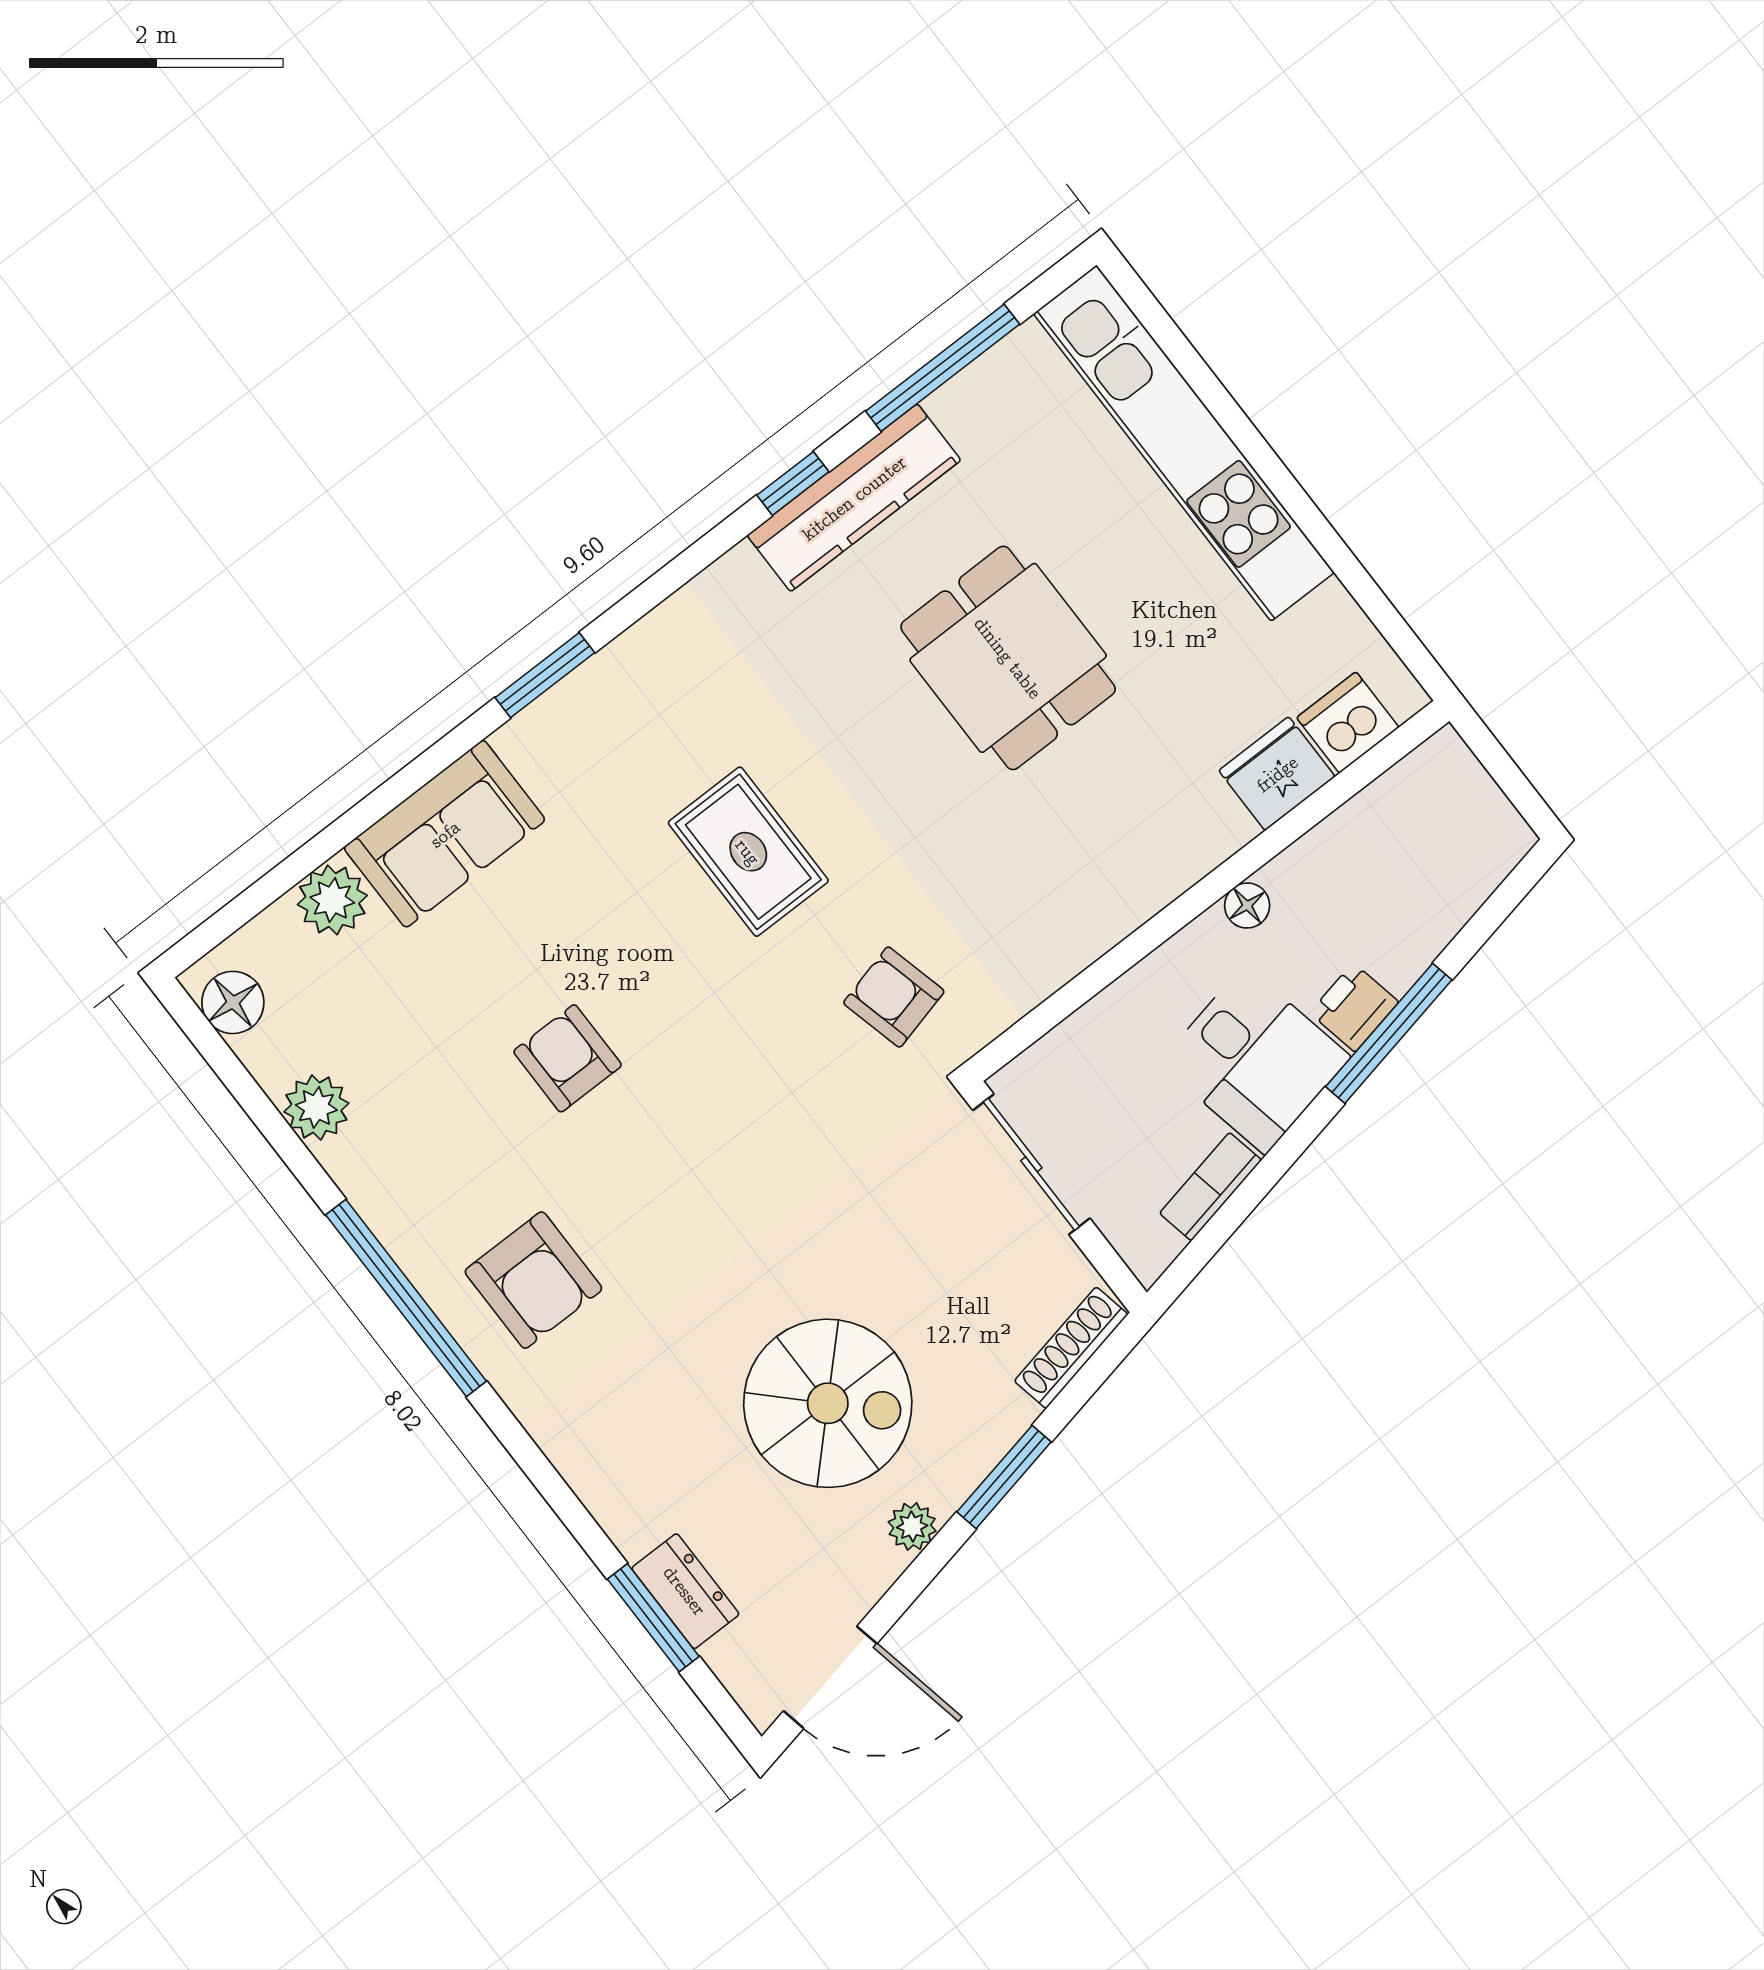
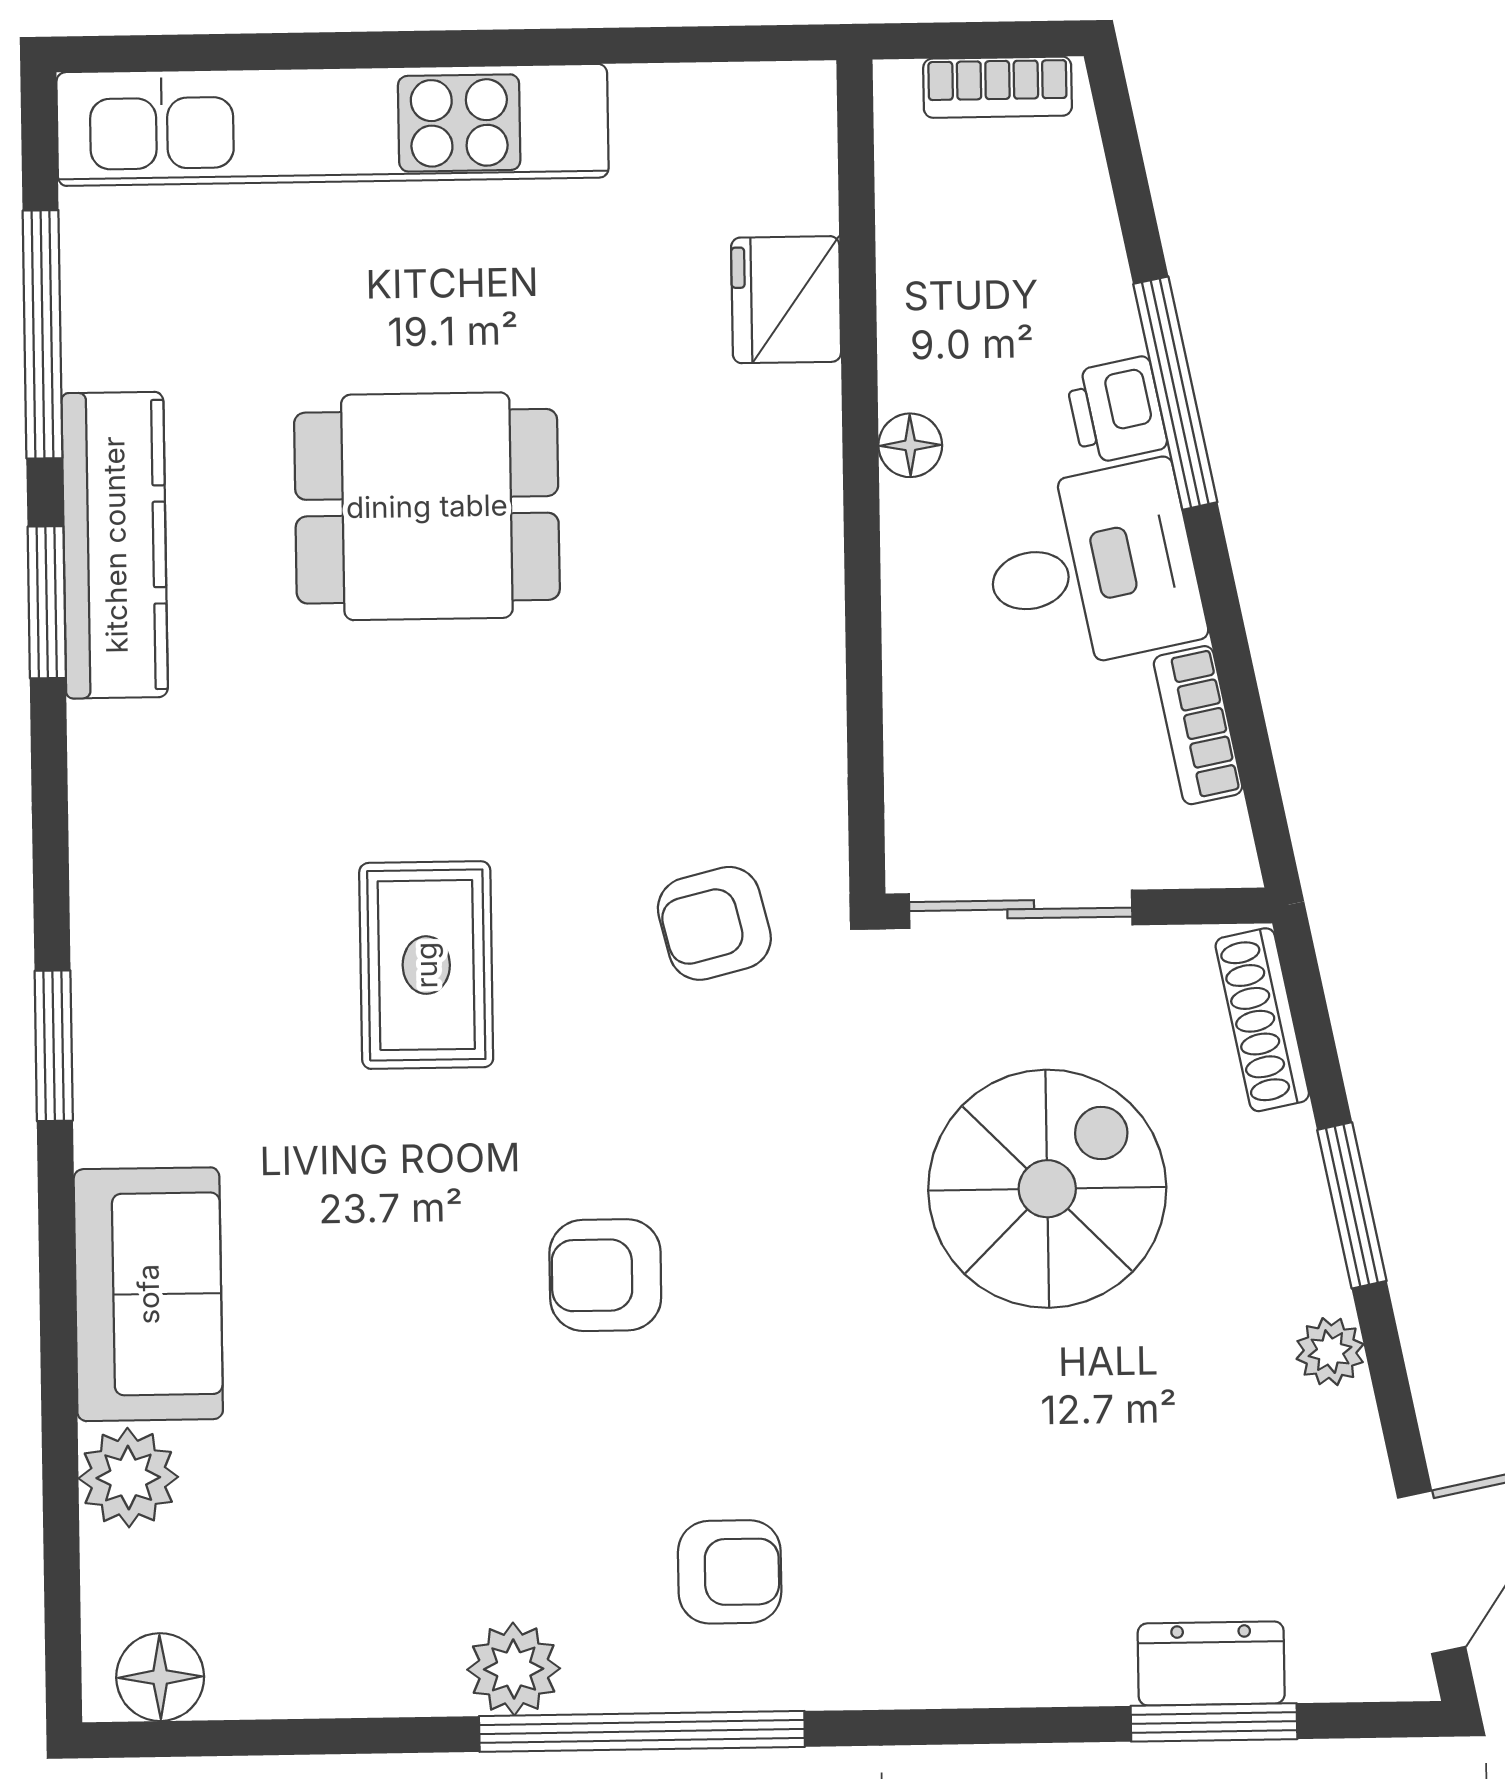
window: (793, 483) -> (47, 602), width x1.50
dishwasher: (1348, 722) -> (788, 176), removed
bookcase: (1487, 803) -> (998, 87), added
rug: (748, 852) -> (426, 965), turned 90
armchair: (568, 1058) -> (605, 1275), moved
plant: (316, 1107) -> (514, 1669), moved
armchair: (533, 1280) -> (730, 1572), width x0.72, depth x0.72
spiral stairs: (828, 1403) -> (1047, 1189), moved

